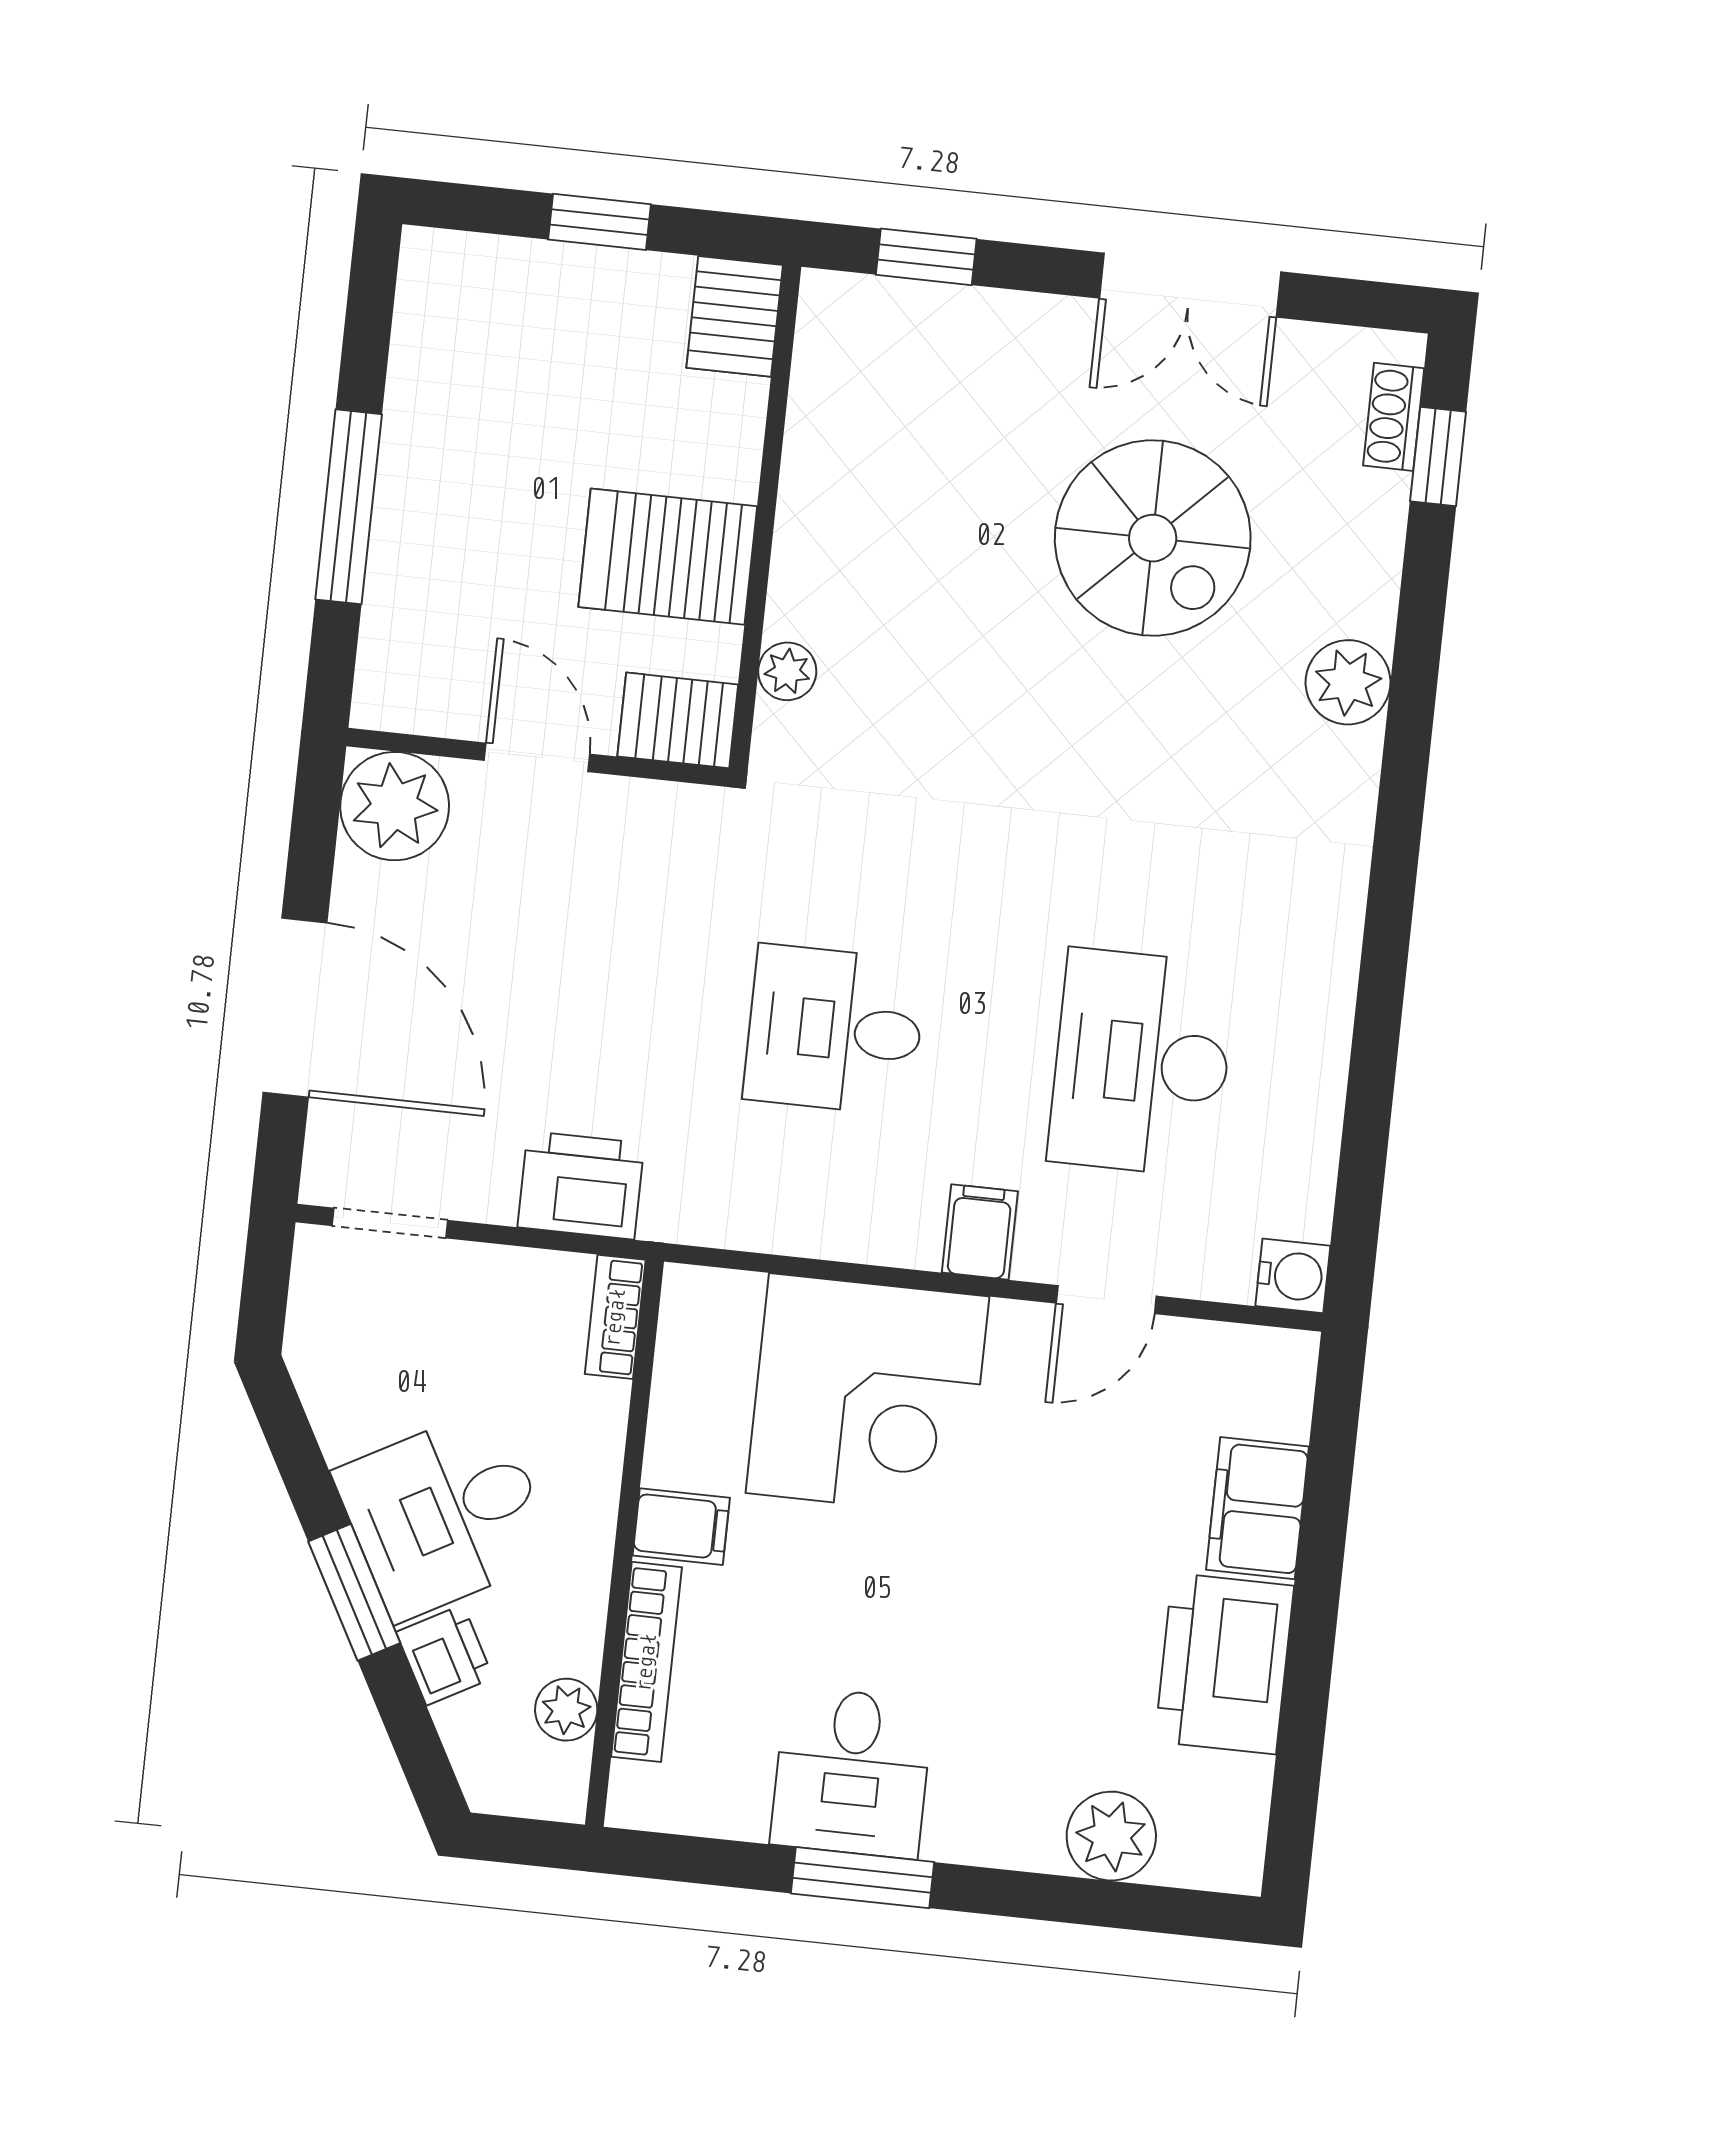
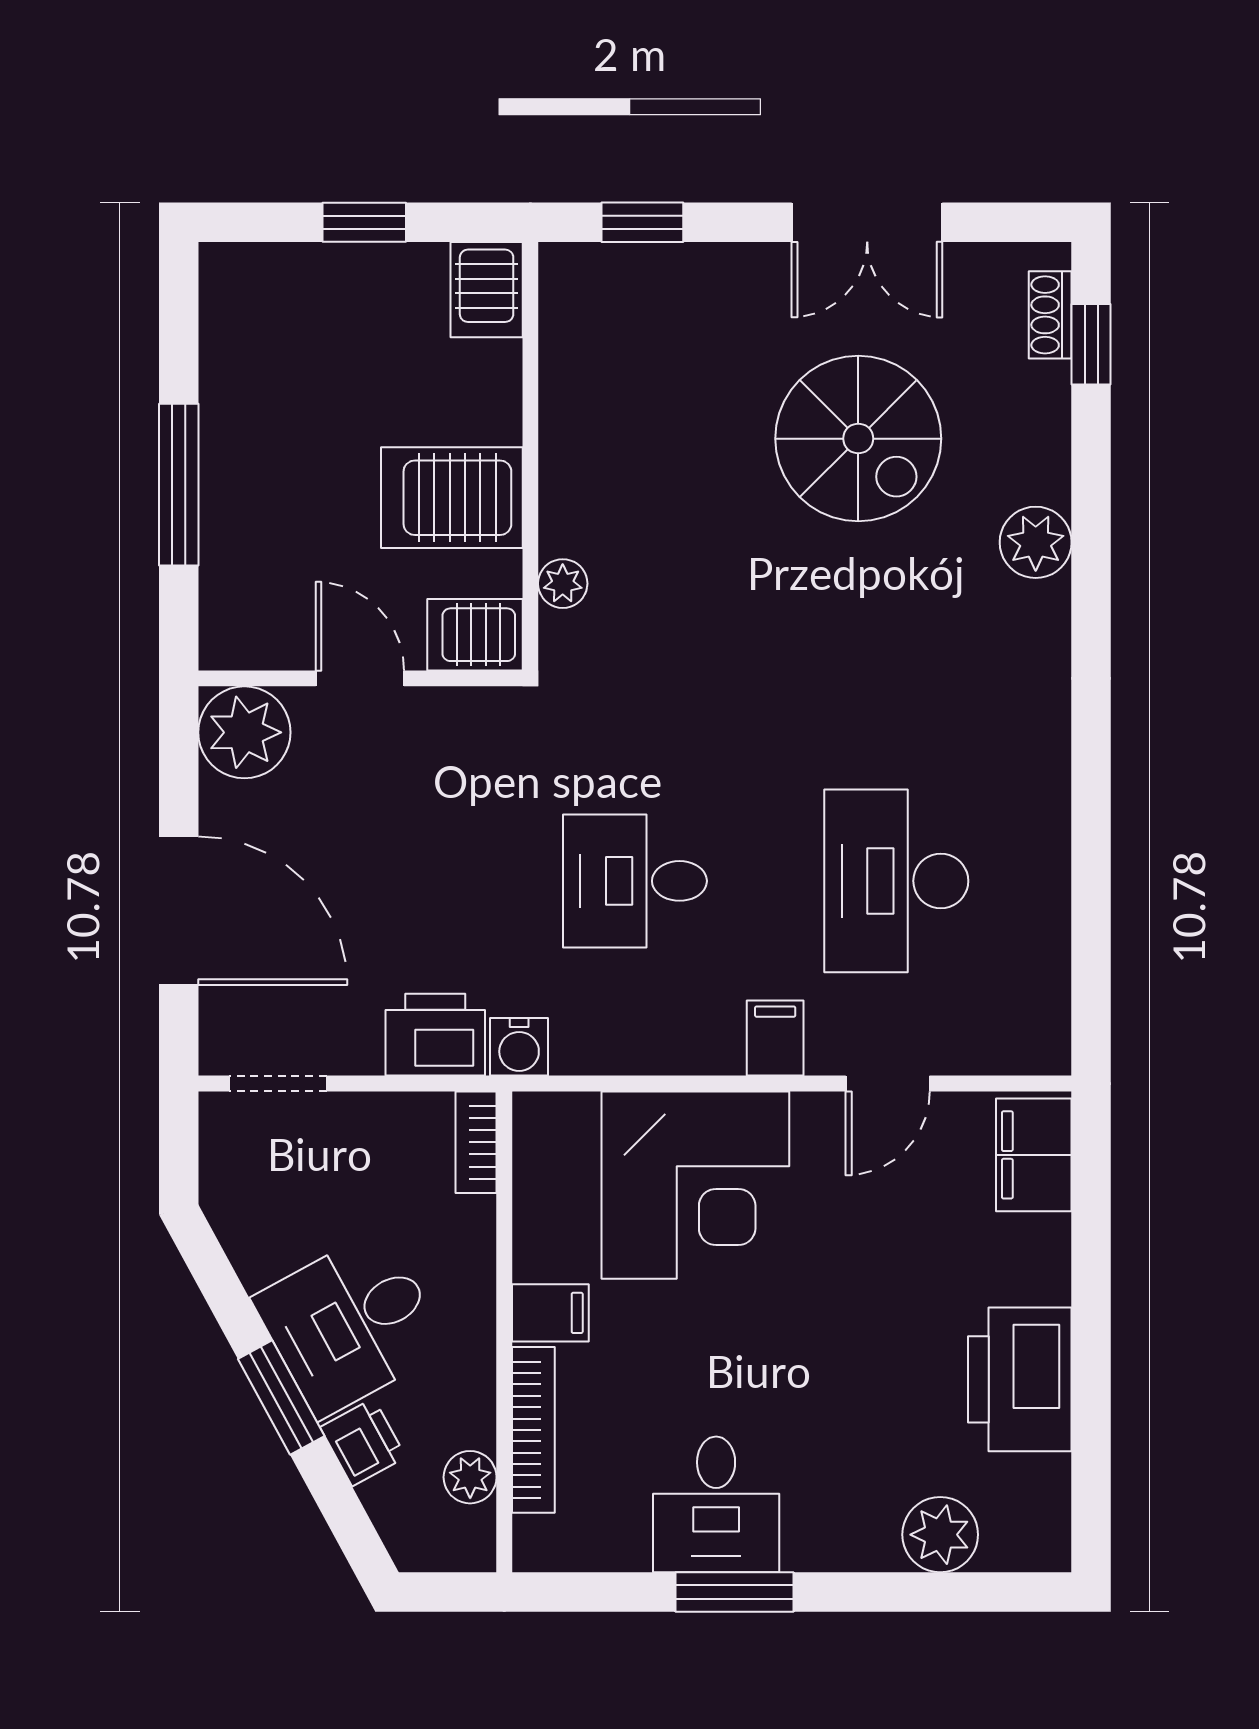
water cooler: (1293, 1276) -> (519, 1047), moved, turned 90
filing cabinet: (1257, 1508) -> (1034, 1155), moved

